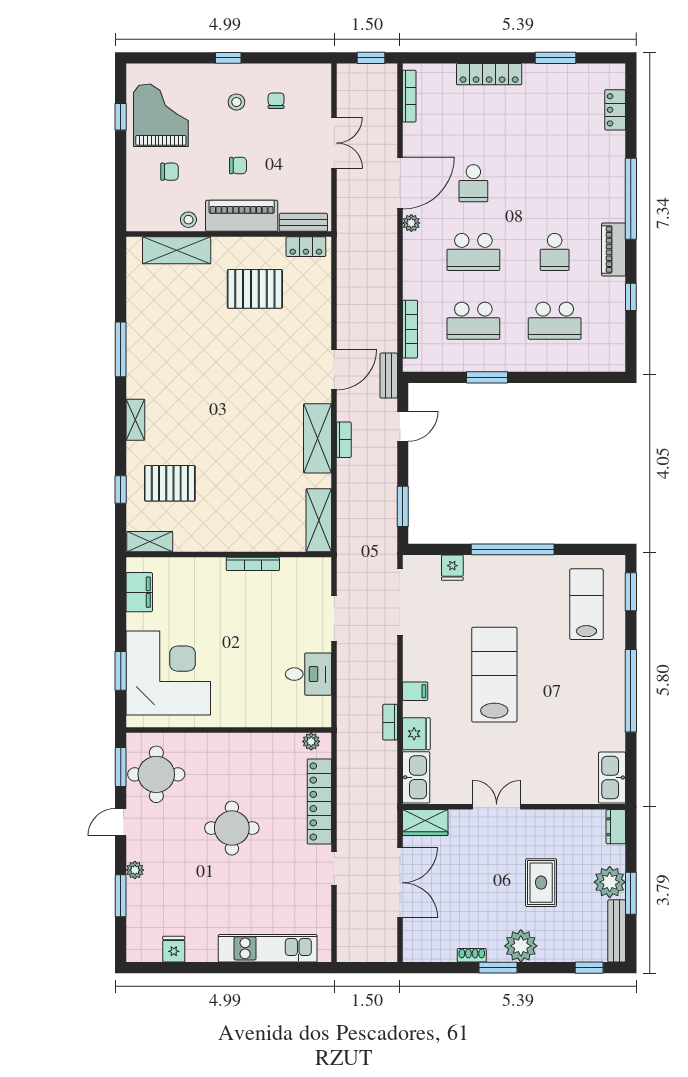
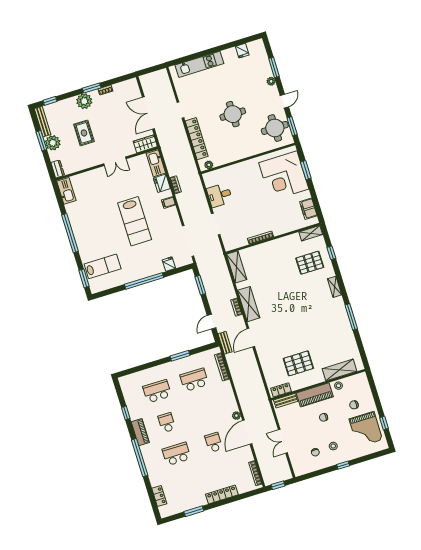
school desk: (473, 252) -> (177, 454), moved
lab bench: (586, 604) -> (103, 266), turned -90

